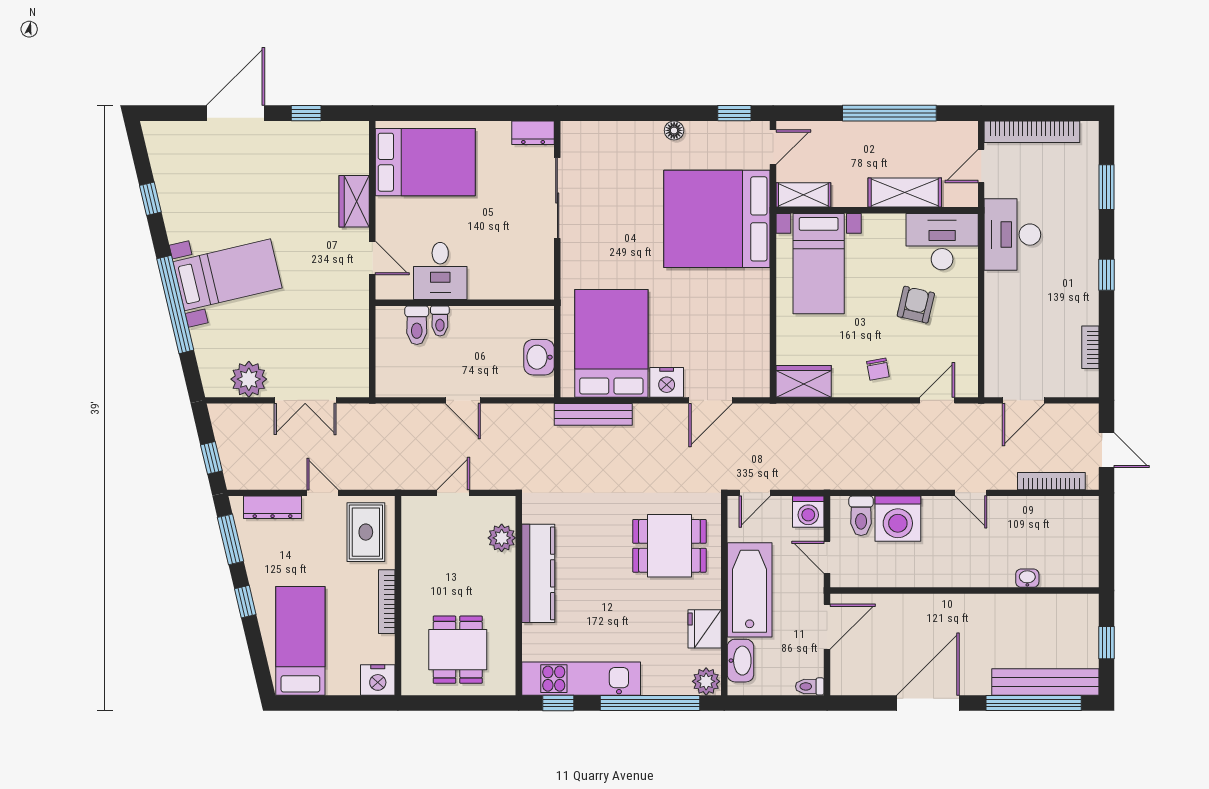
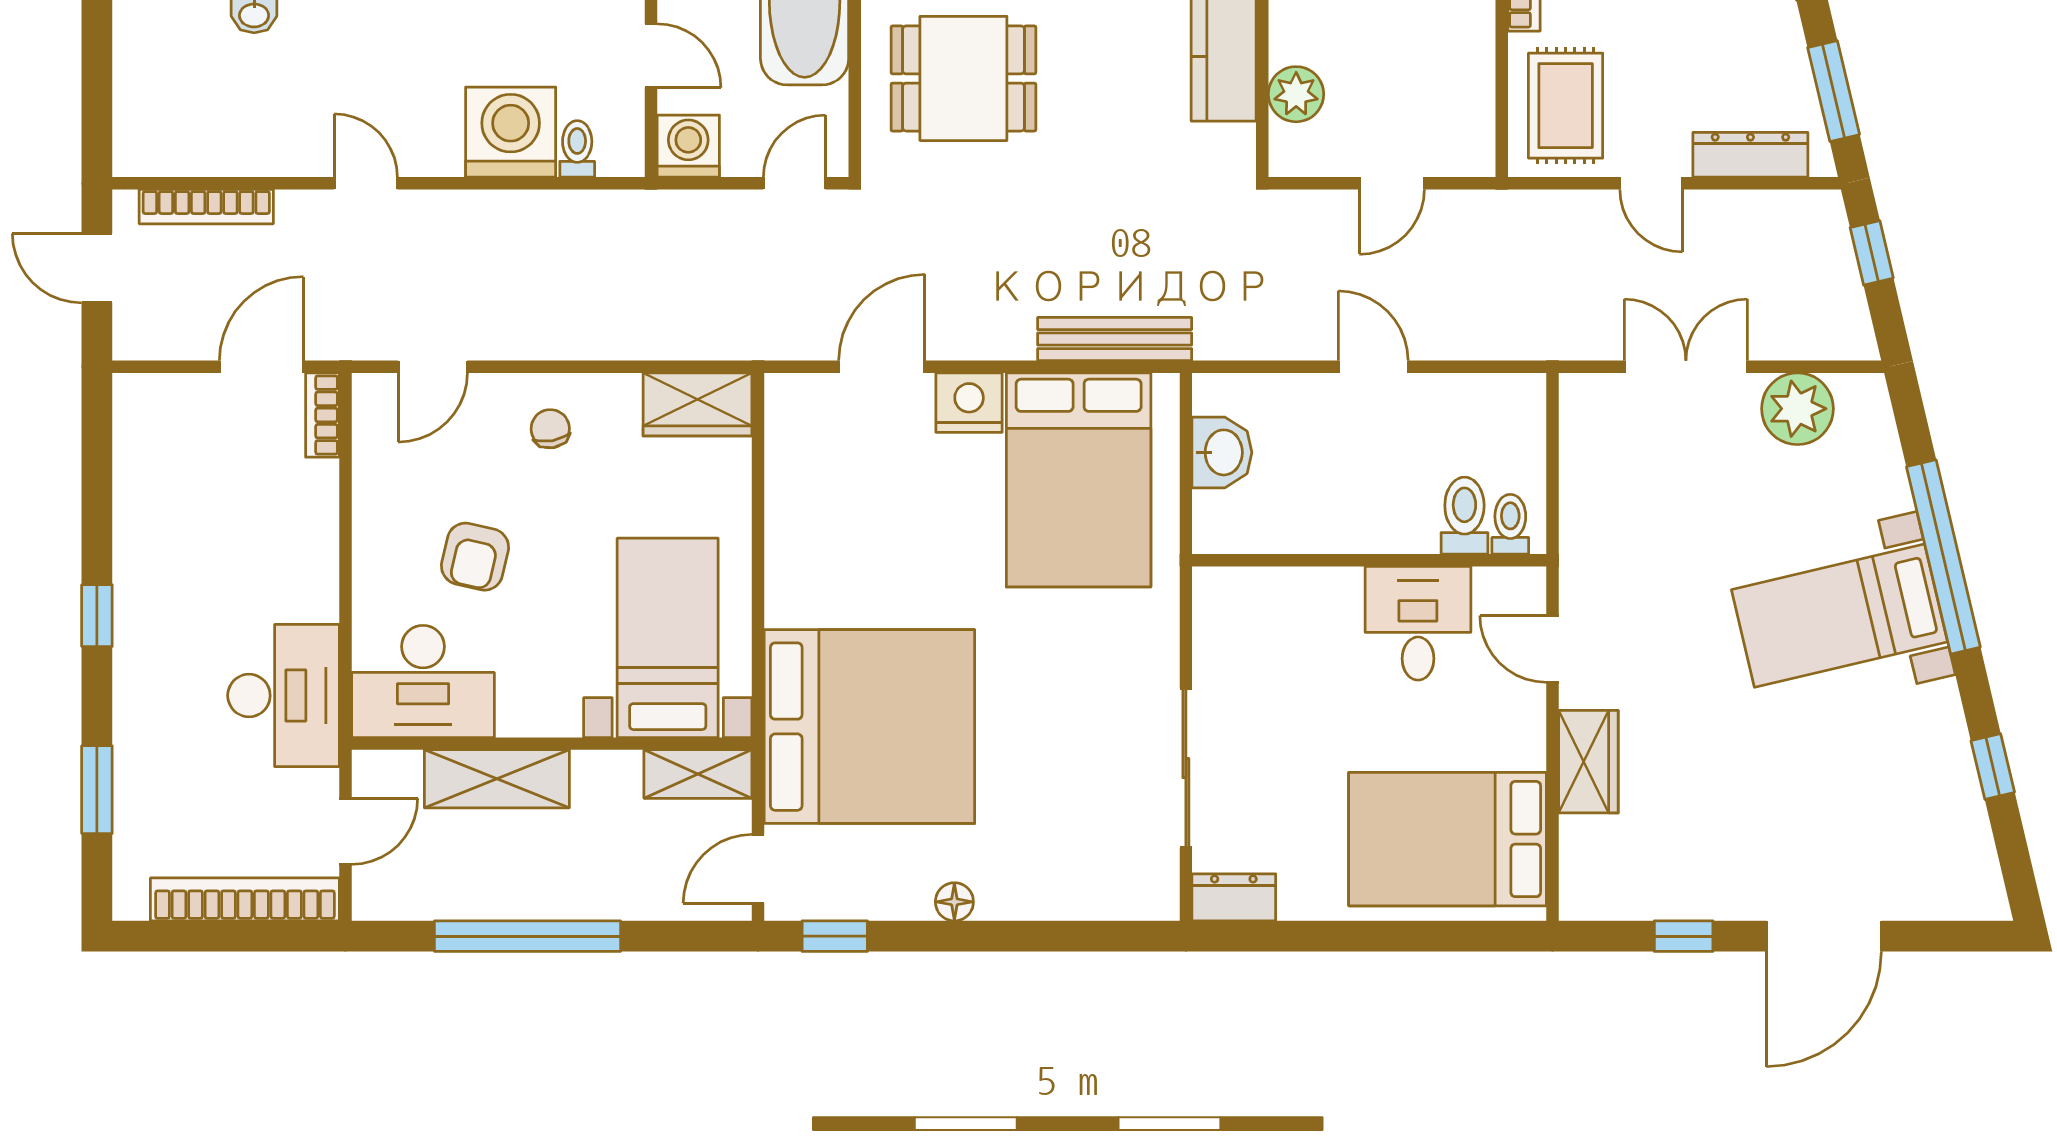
toilet: (440, 321) -> (1510, 524), moved
bookcase: (1090, 347) -> (322, 415), moved, turned 180
toilet: (861, 516) -> (577, 149), width x0.73, depth x0.72

